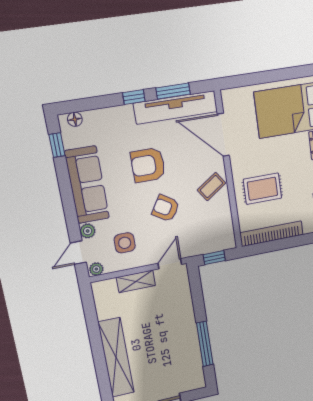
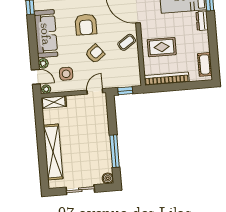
armchair: (148, 165) -> (86, 25), turned -90
armchair: (166, 208) -> (95, 54), turned 110
door: (78, 253) -> (36, 77), swing flipped
shelving: (136, 281) -> (54, 102), moved
boiler: (198, 382) -> (108, 178), added

